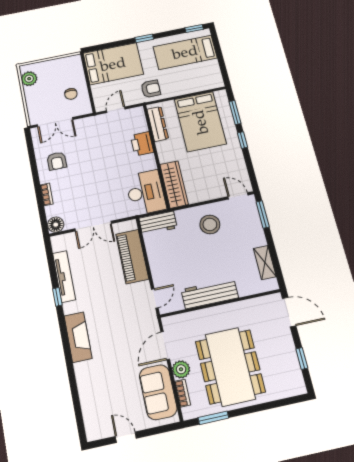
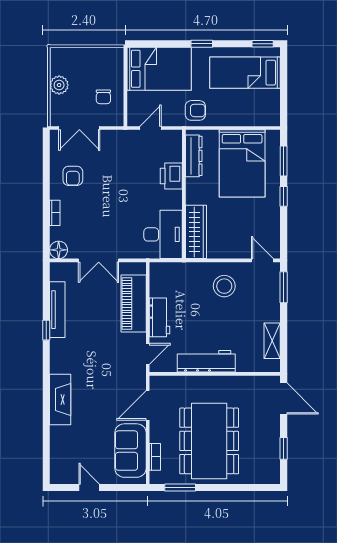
plant: (29, 79) -> (59, 85), moved
workbench: (158, 223) -> (160, 317), moved, turned -90
fireplace: (78, 337) -> (60, 400), moved
plant: (181, 369) -> (159, 433), removed

